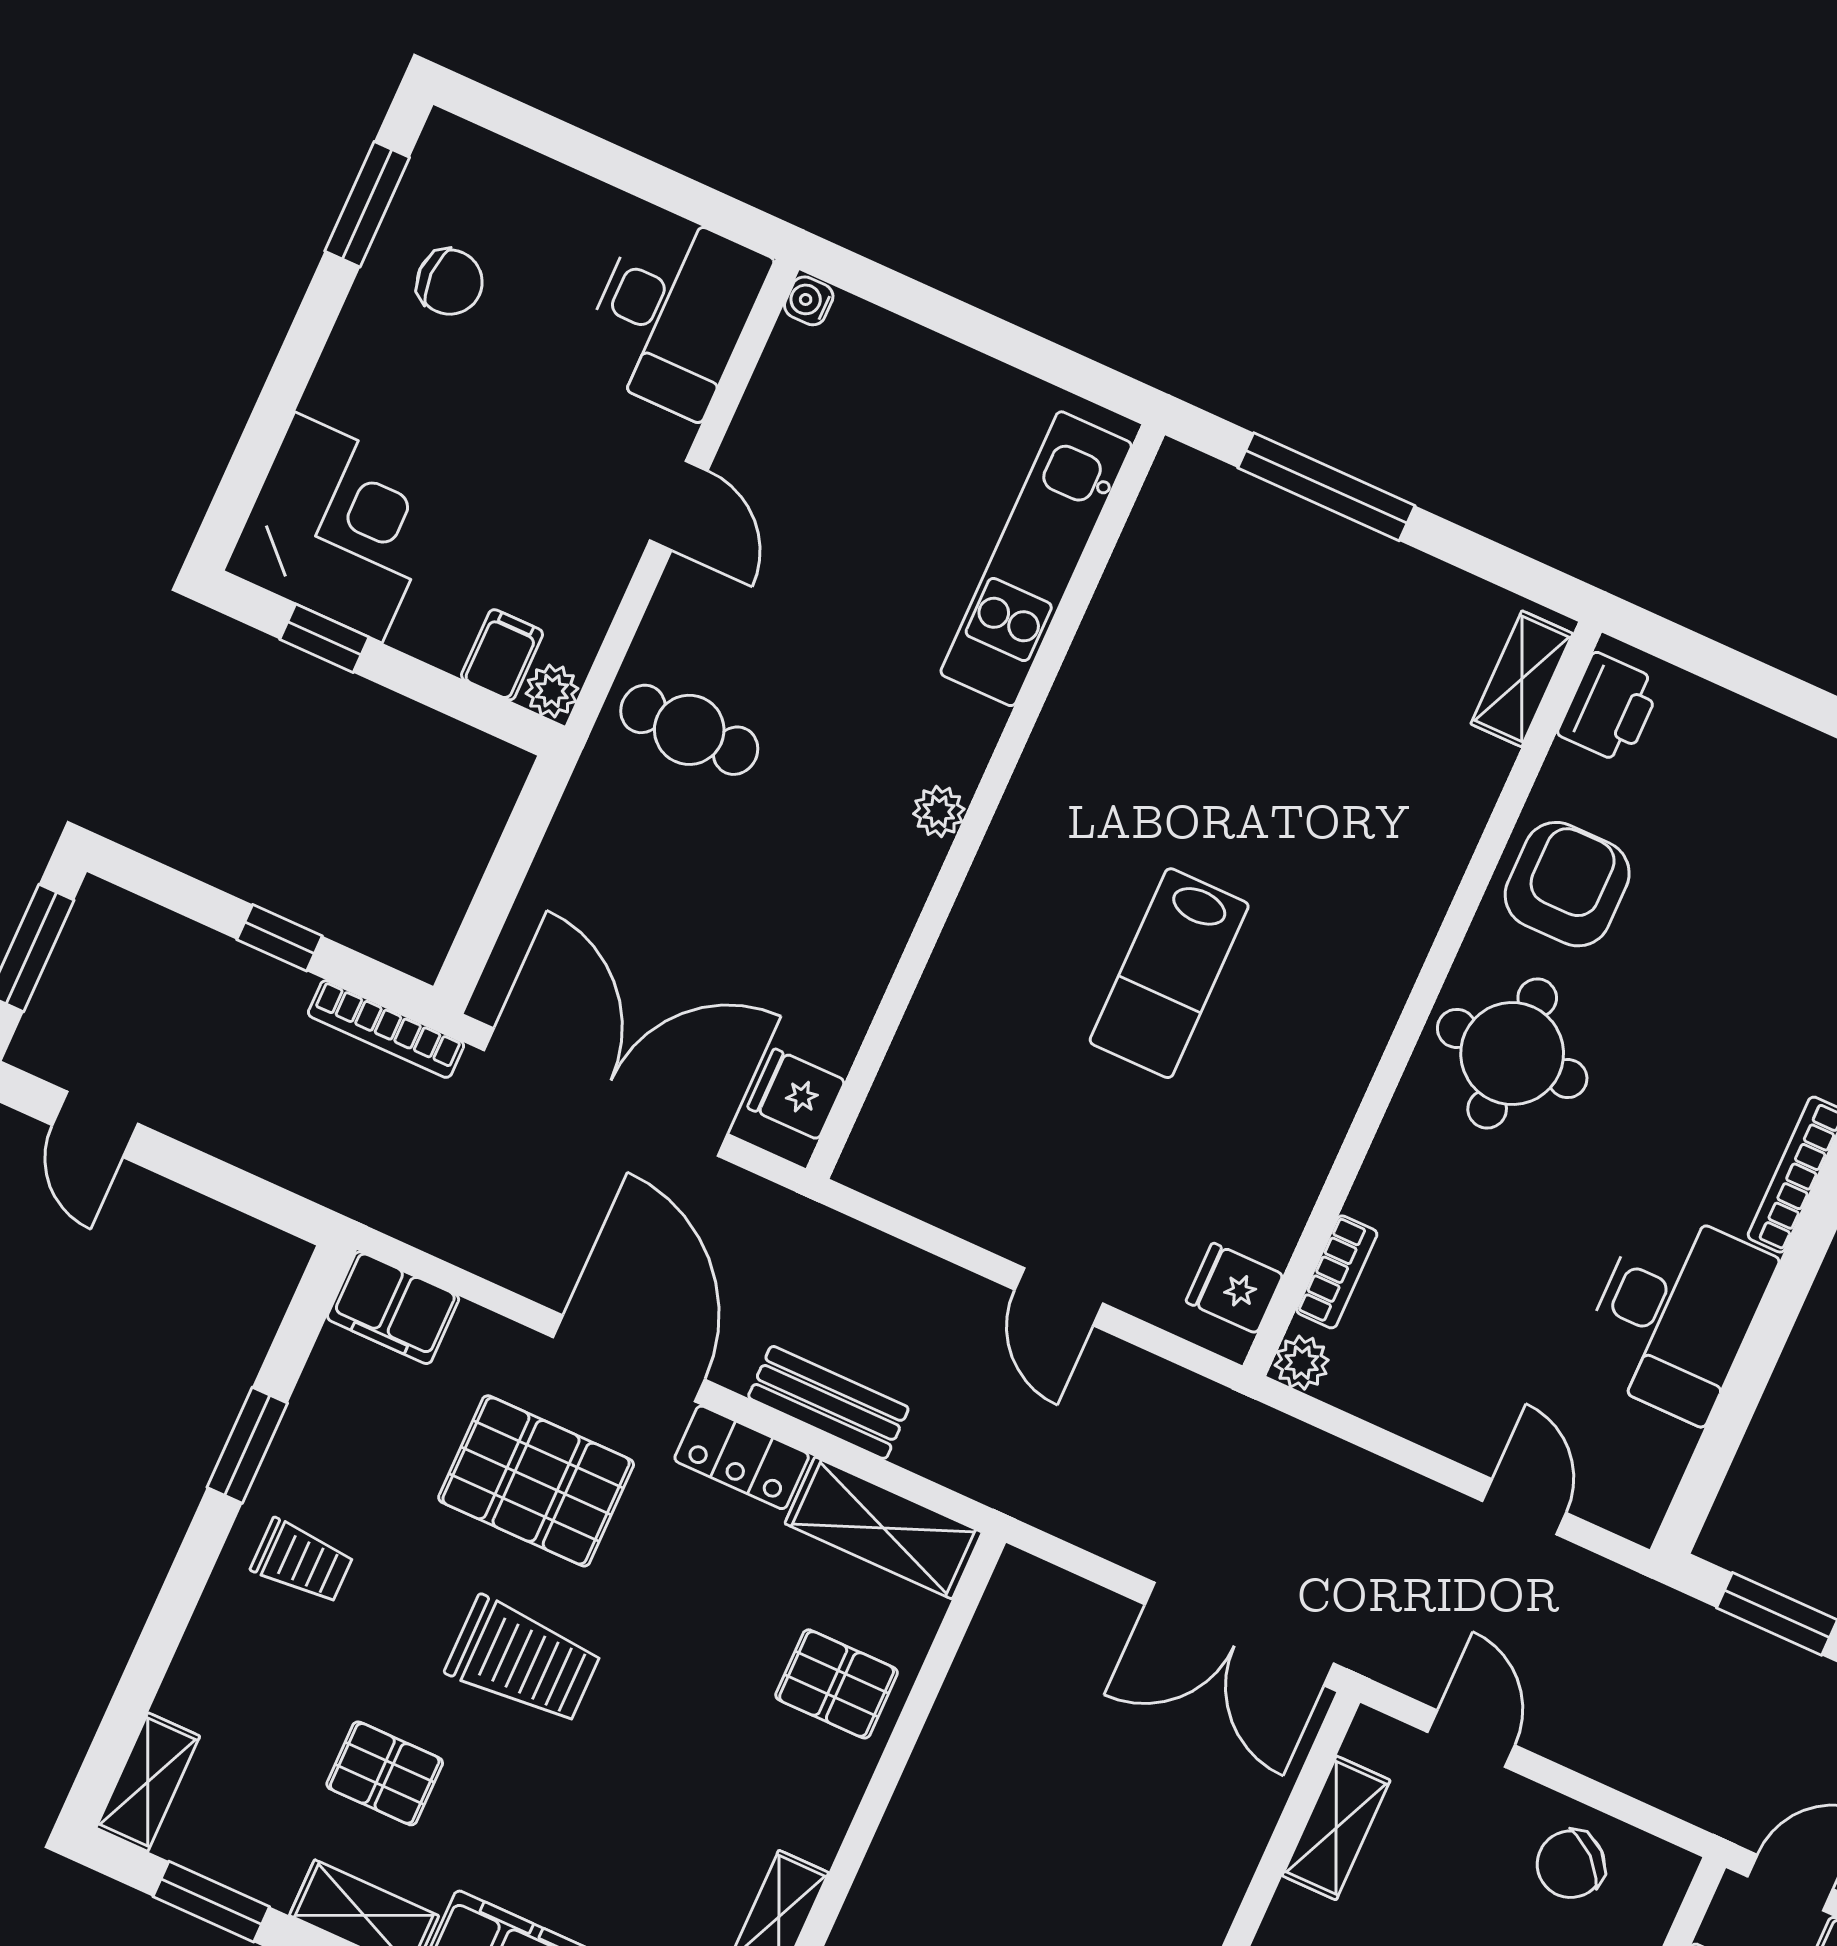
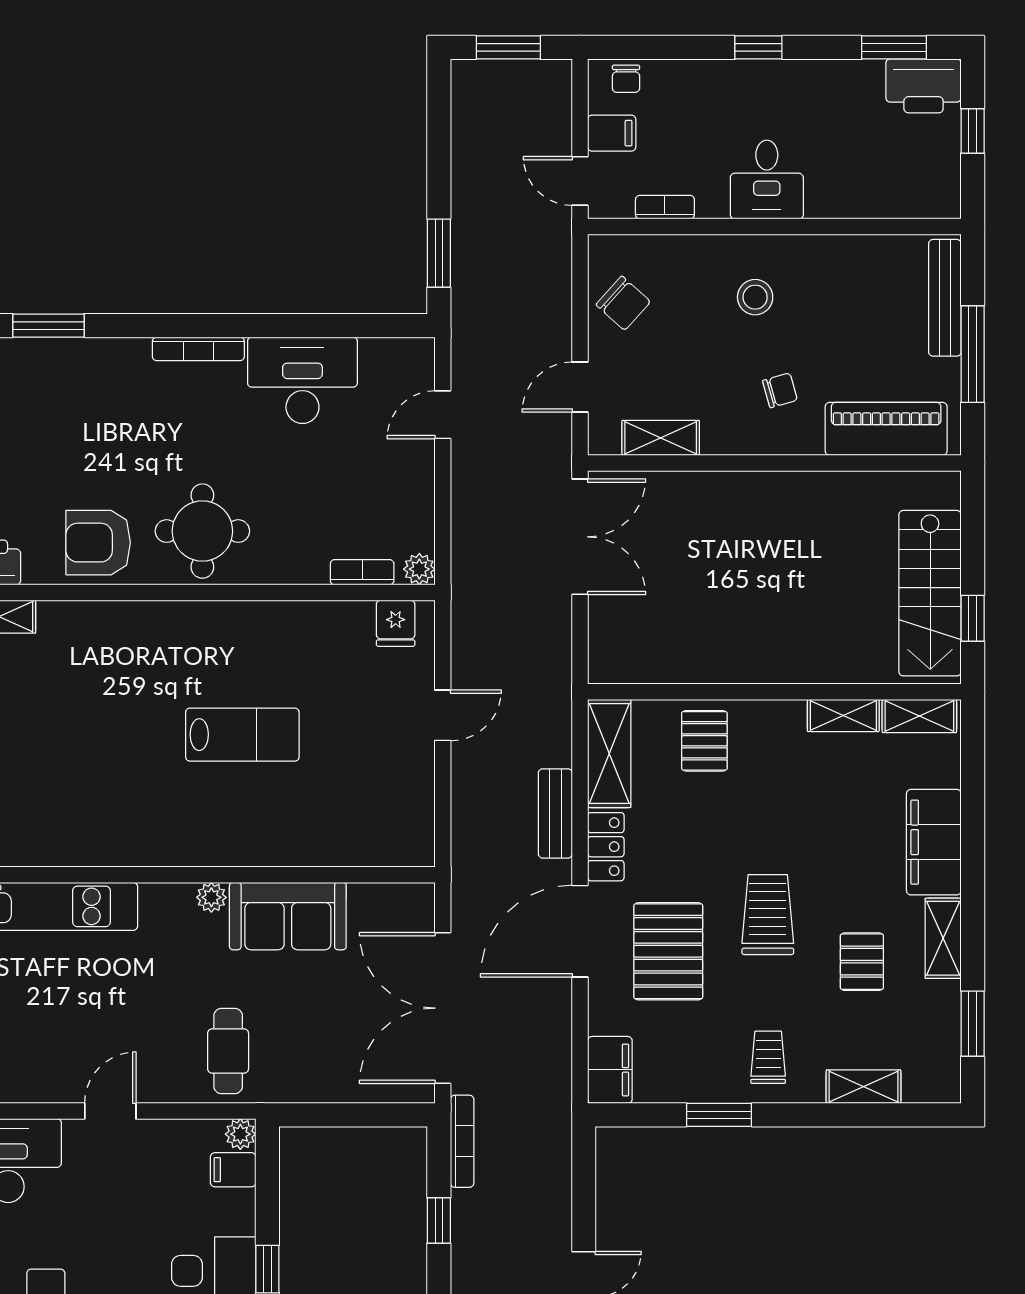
sofa: (856, 917) -> (288, 916), added
fridge: (796, 1094) -> (398, 905), removed
shelving: (148, 1782) -> (863, 1087), moved

